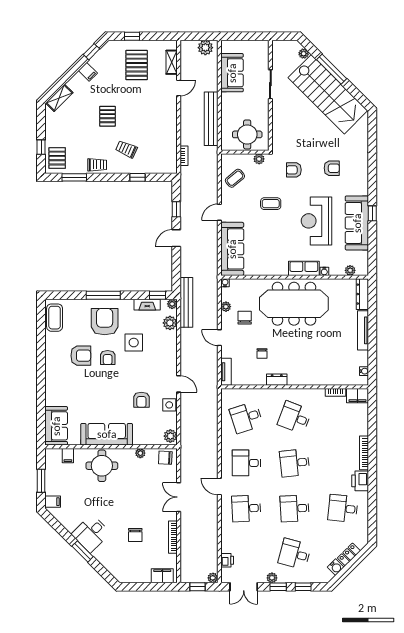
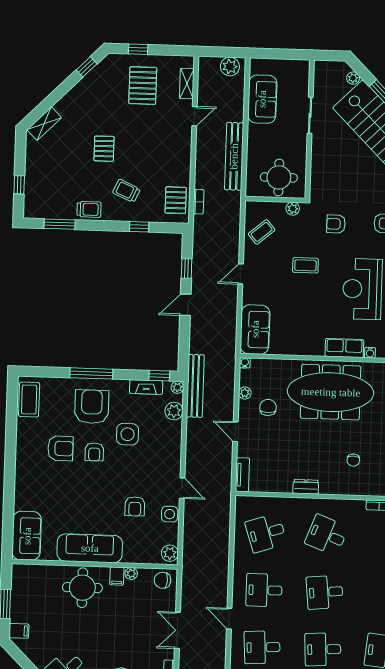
filing cabinet: (88, 72) -> (81, 92), removed
pallet: (57, 158) -> (176, 200), moved
sofa: (232, 249) -> (255, 329), width x0.73
chair: (262, 354) -> (353, 460), moved
filing cabinet: (68, 456) -> (117, 576), moved

